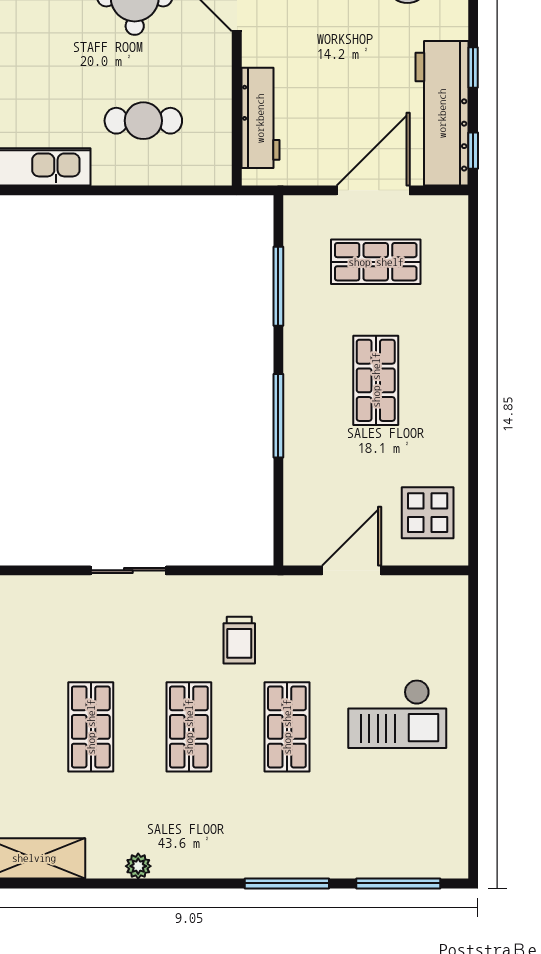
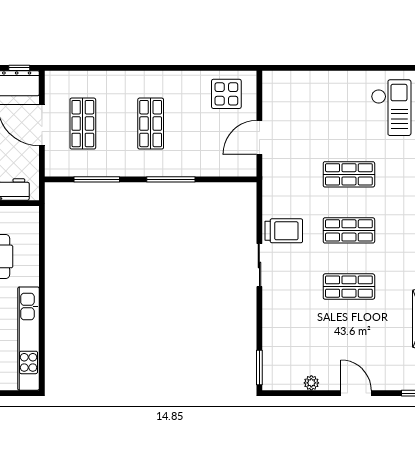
shop shelf: (376, 380) -> (151, 124), turned 90
door: (352, 570) -> (259, 137), hinge flipped
trolley: (239, 640) -> (284, 231), moved, width x1.36, depth x1.39
checkout: (397, 714) -> (391, 108), moved

